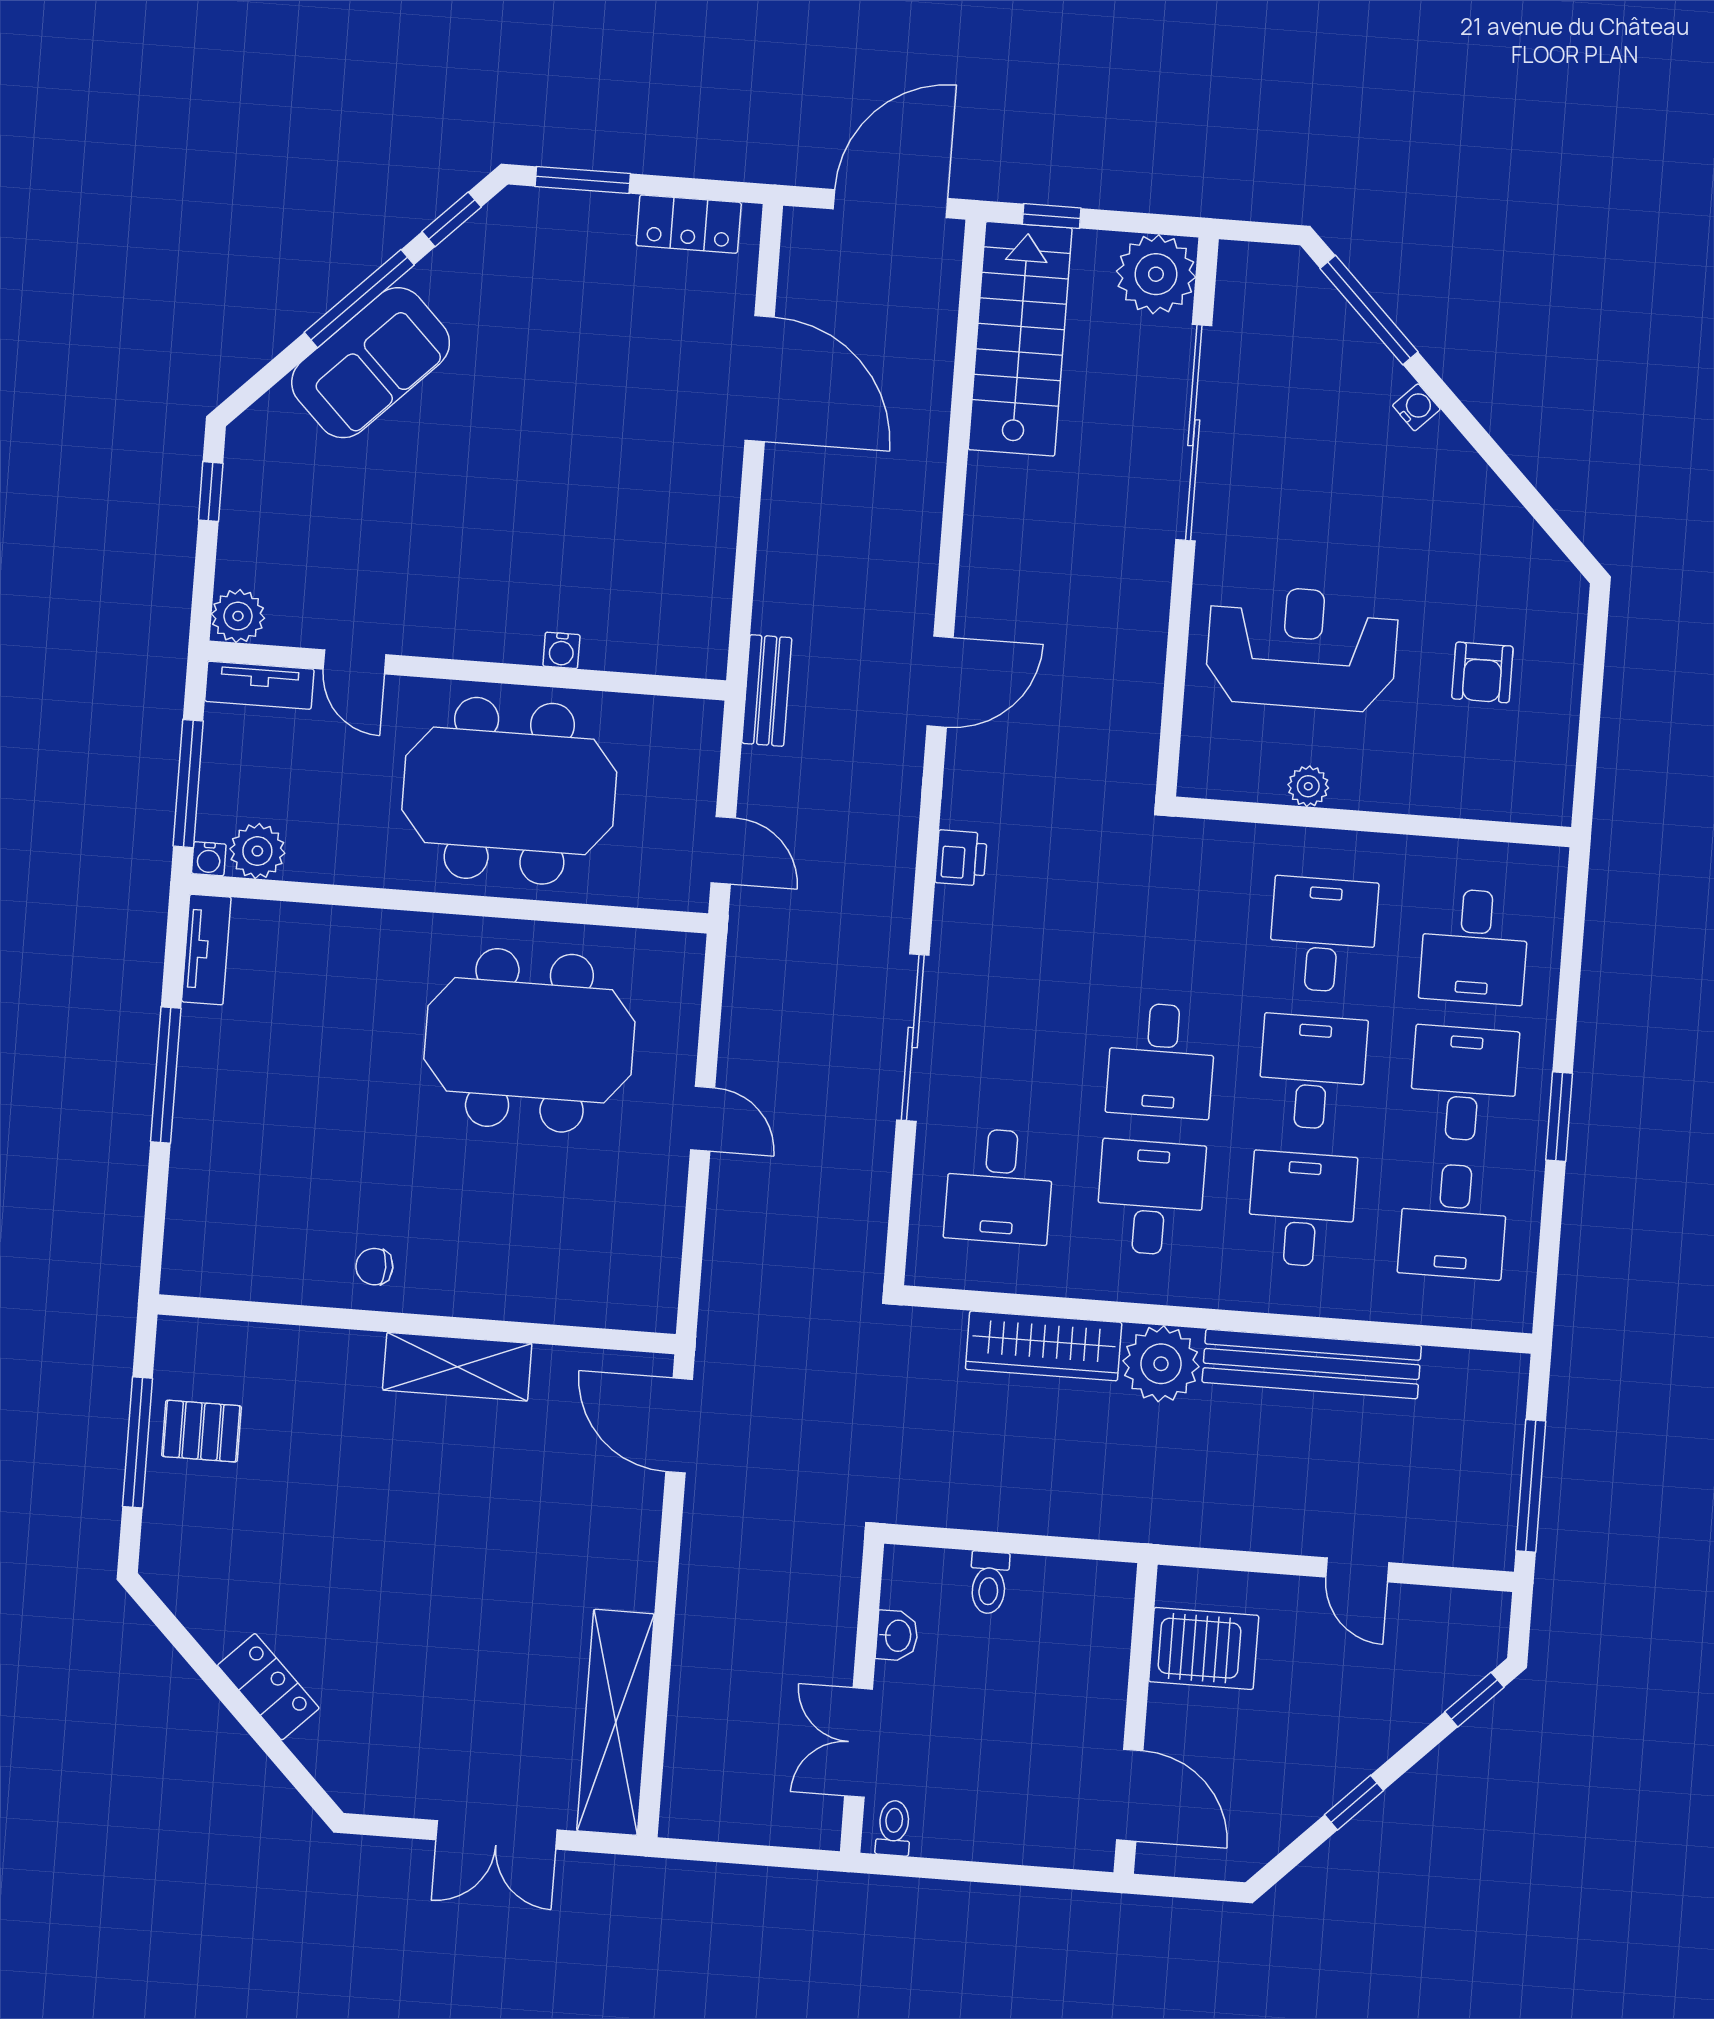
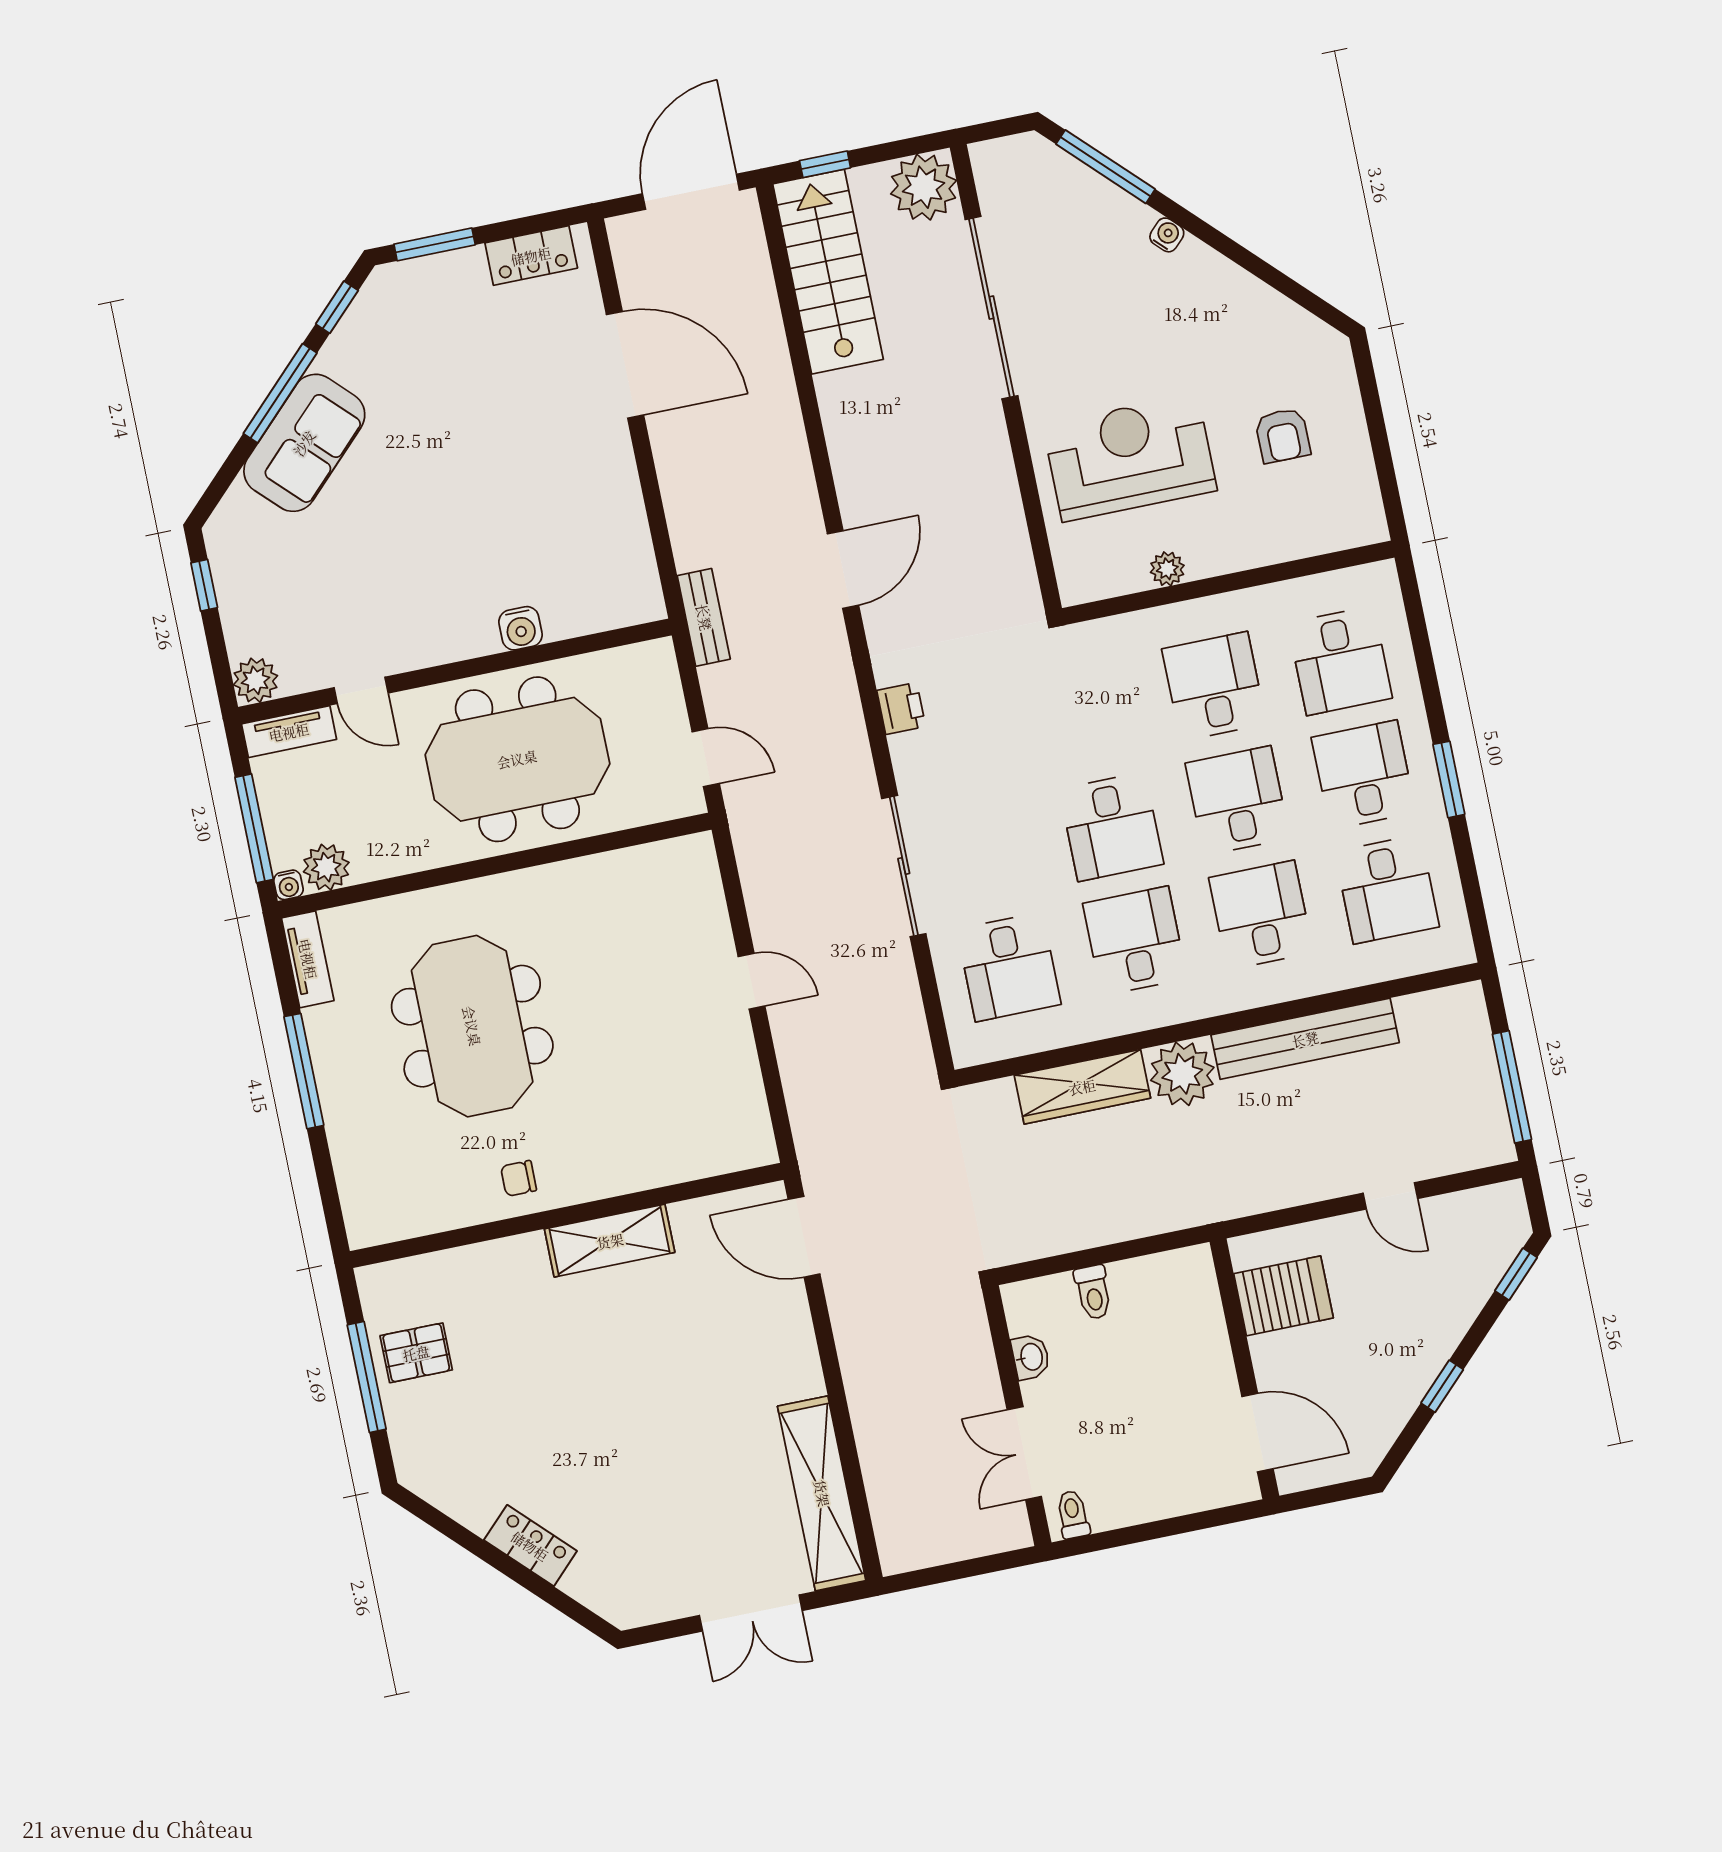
water cooler: (561, 650) -> (521, 628), width x1.38, depth x1.38
meeting table: (529, 1040) -> (472, 1026), moved, turned 90

